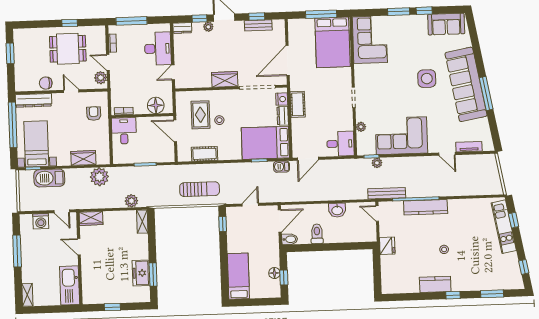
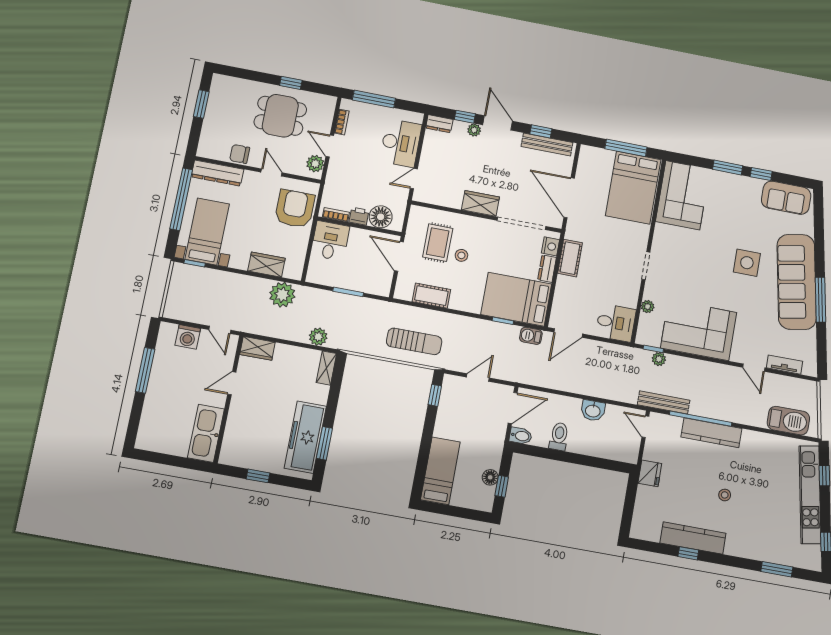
bench: (258, 25) -> (547, 144), width x1.36
door: (288, 61) -> (569, 198), hinge flipped
printer: (140, 108) -> (359, 216), added
armchair: (94, 114) -> (295, 209), width x1.88, depth x1.88
barbecue: (49, 178) -> (788, 421), moved, turned 180
kitchen unit: (504, 227) -> (810, 495), width x1.36
door: (79, 247) -> (232, 383), hinge flipped
freezer: (141, 273) -> (305, 437), width x1.91, depth x1.26
kitchen counter: (435, 284) -> (693, 538), width x1.50
shelving: (27, 295) -> (145, 434), removed
window: (453, 295) -> (688, 553), moved

